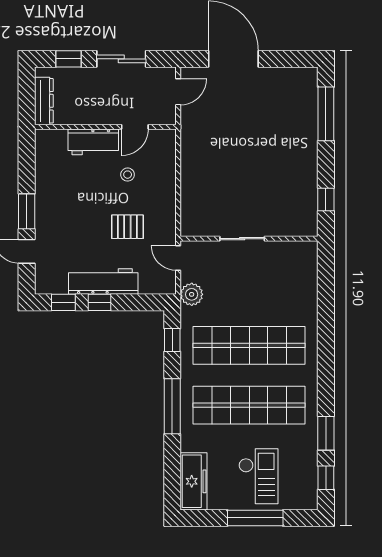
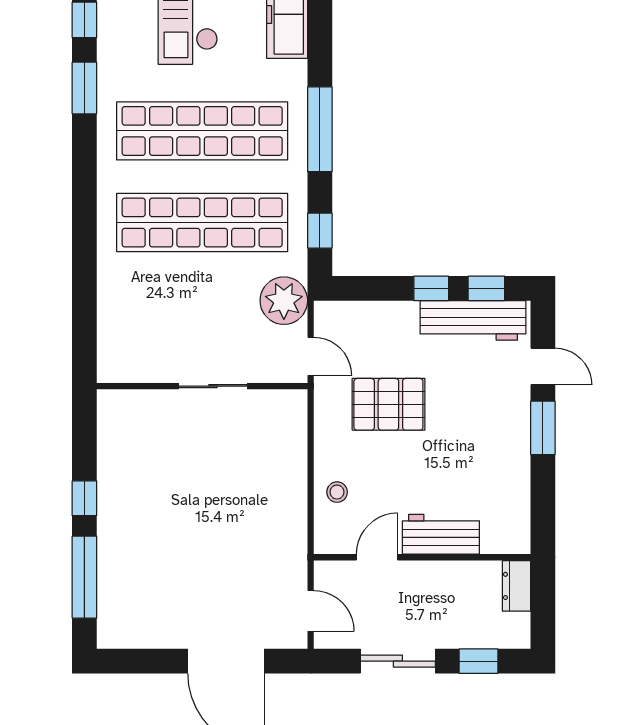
door: (178, 92) -> (311, 611), swing flipped
dresser: (44, 101) -> (516, 586), width x0.70
stool: (128, 175) -> (337, 492), moved
window: (326, 199) -> (84, 498), moved
pallet: (127, 227) -> (388, 404), width x1.50, depth x1.42
workbench: (103, 281) -> (473, 320), moved
plant: (192, 294) -> (284, 301), width x1.36, depth x1.36

